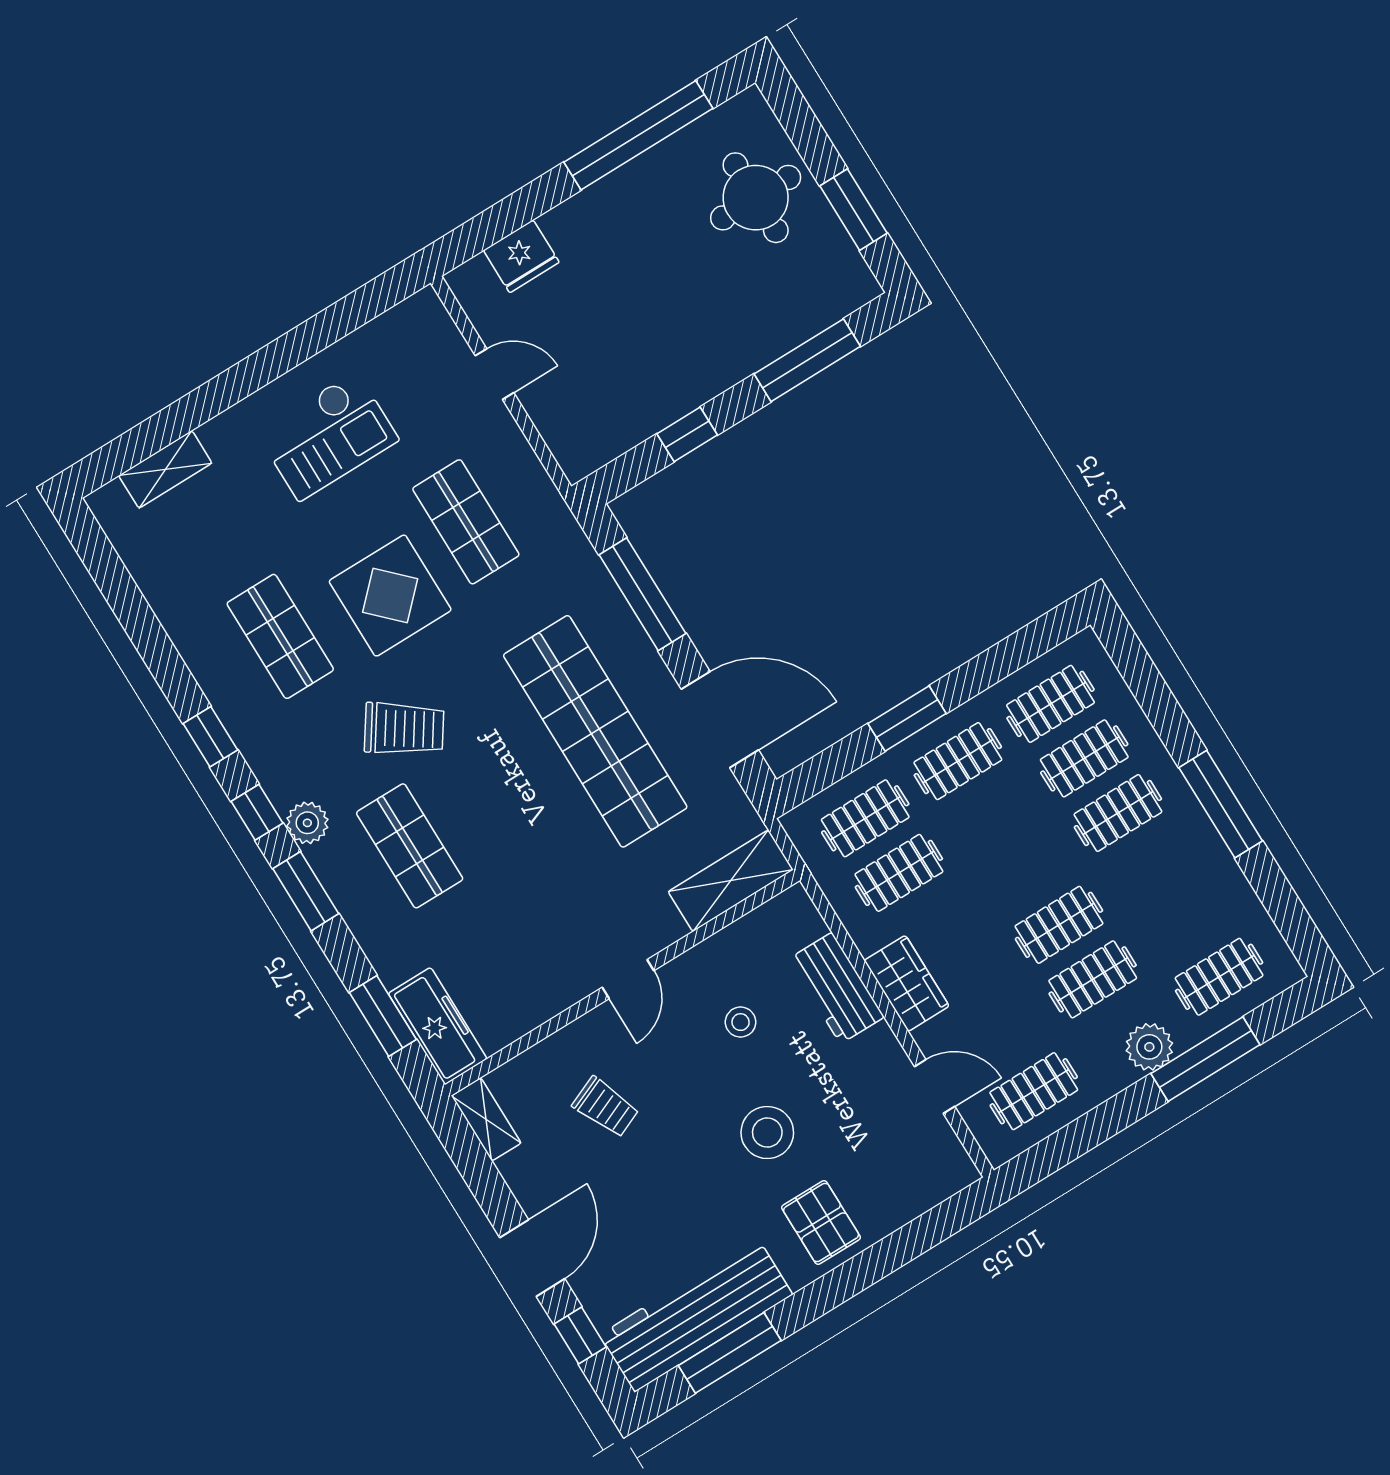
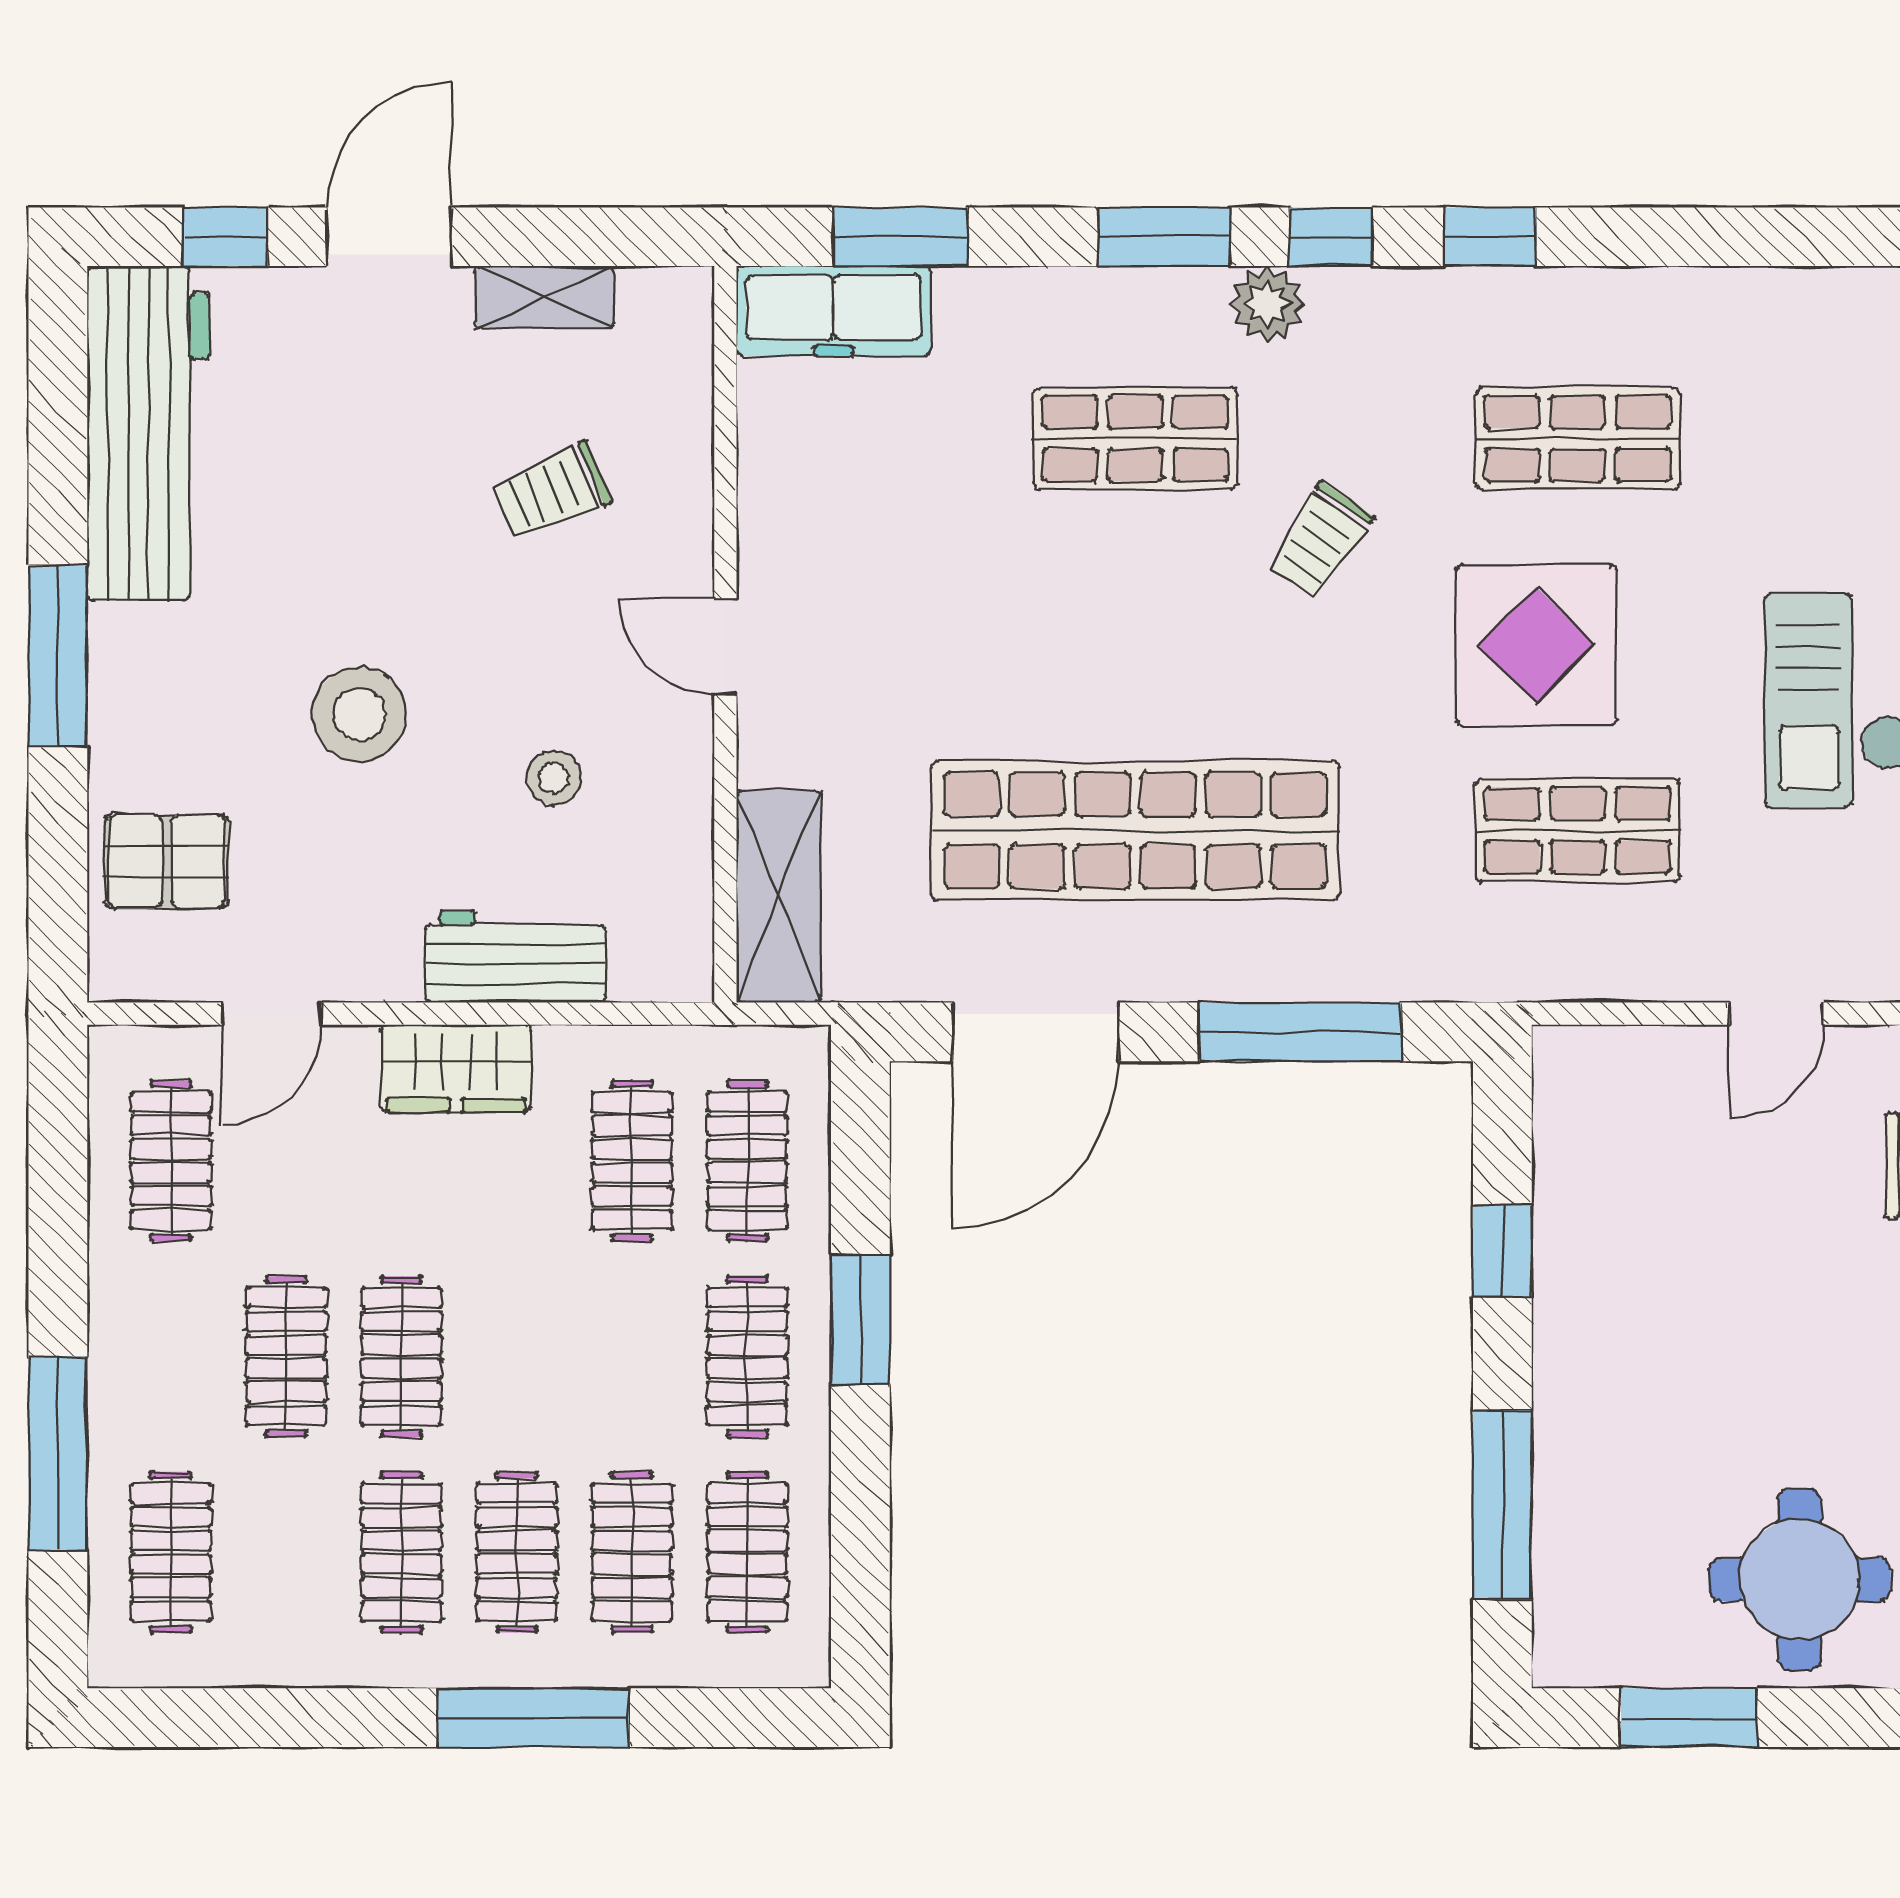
trolley: (404, 729) -> (1320, 541), width x0.73, depth x0.72
window: (1221, 804) -> (533, 1718), moved
clothes rail: (1152, 868) -> (401, 1552), added
plant: (1149, 1047) -> (130, 1379), removed
shelving: (486, 1119) -> (544, 297), moved
pallet: (821, 1222) -> (167, 861), moved
door: (532, 1258) -> (389, 237), swing flipped
window: (730, 1353) -> (58, 656), moved

